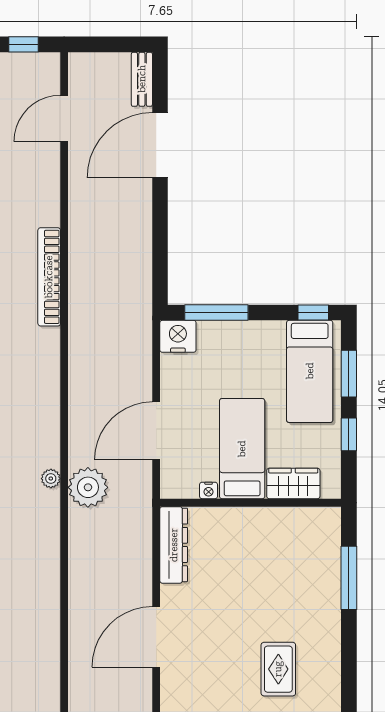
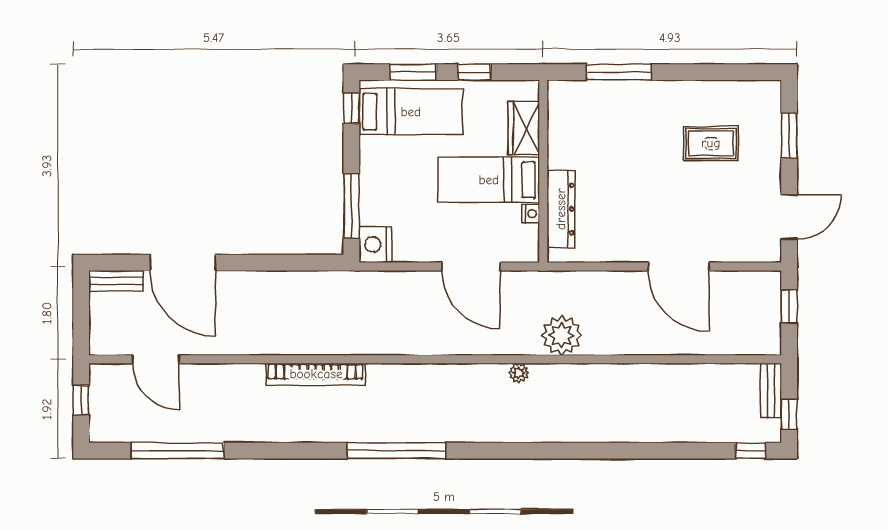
plant: (88, 487) -> (561, 335), moved
dresser: (174, 545) -> (561, 209), moved, turned 90

